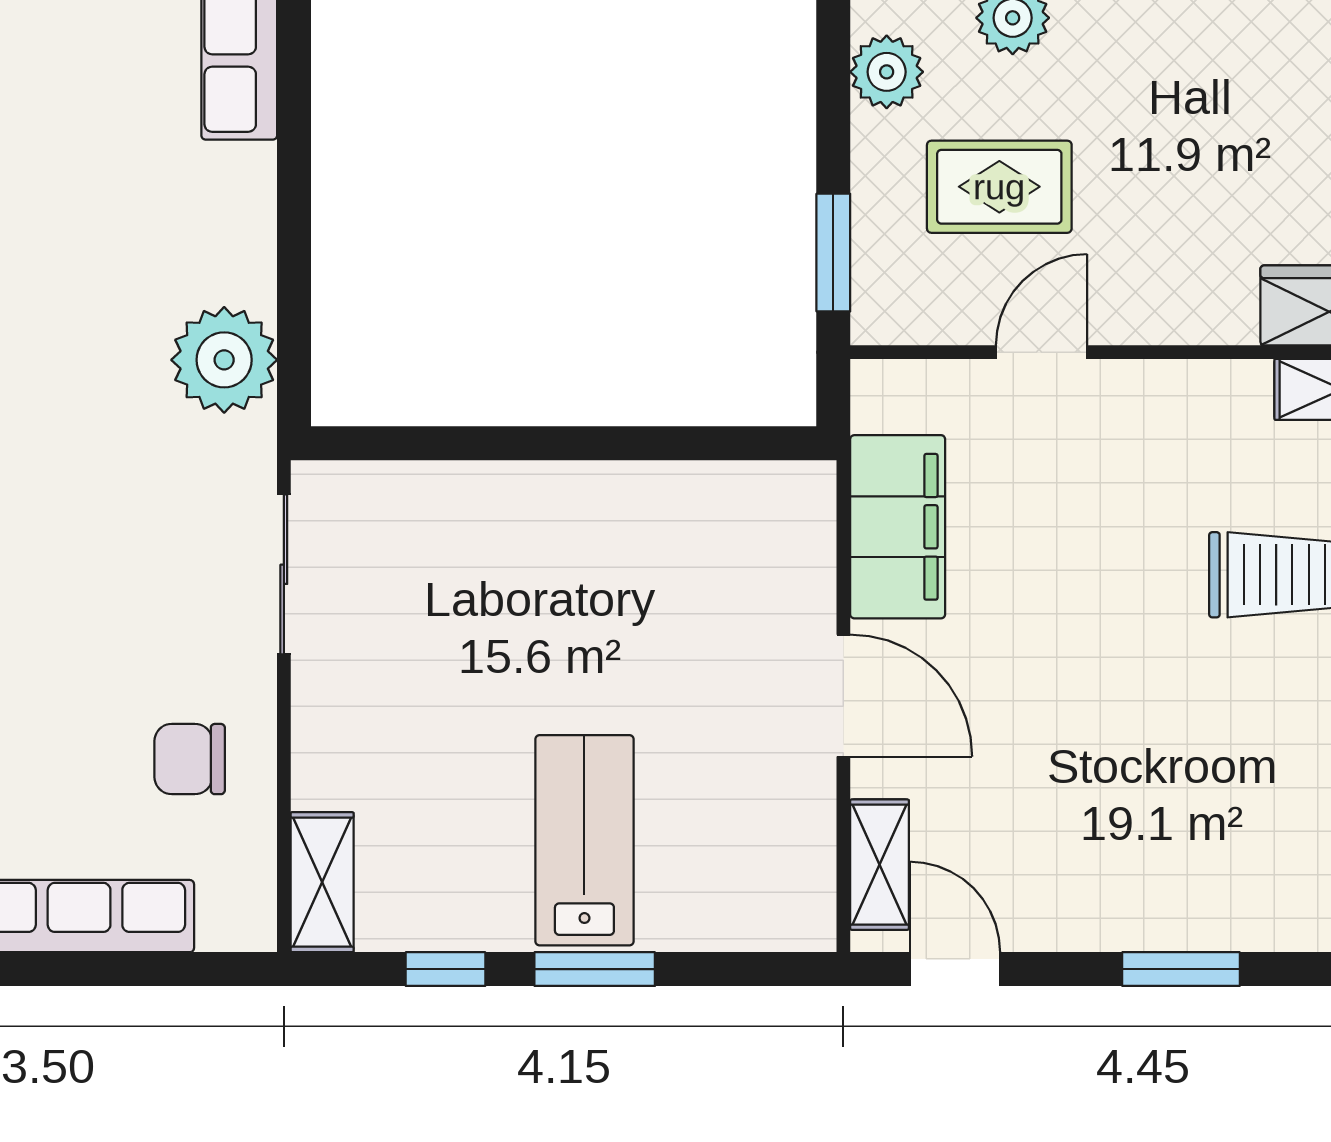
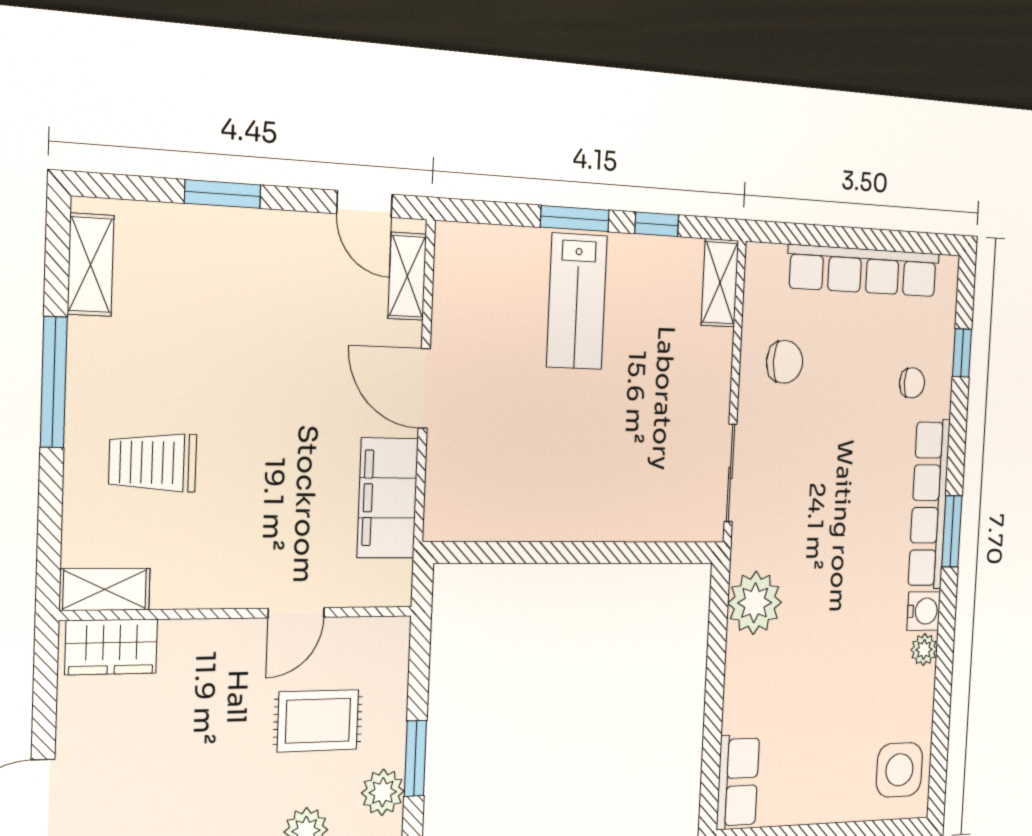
window: (833, 253) -> (415, 758), moved

